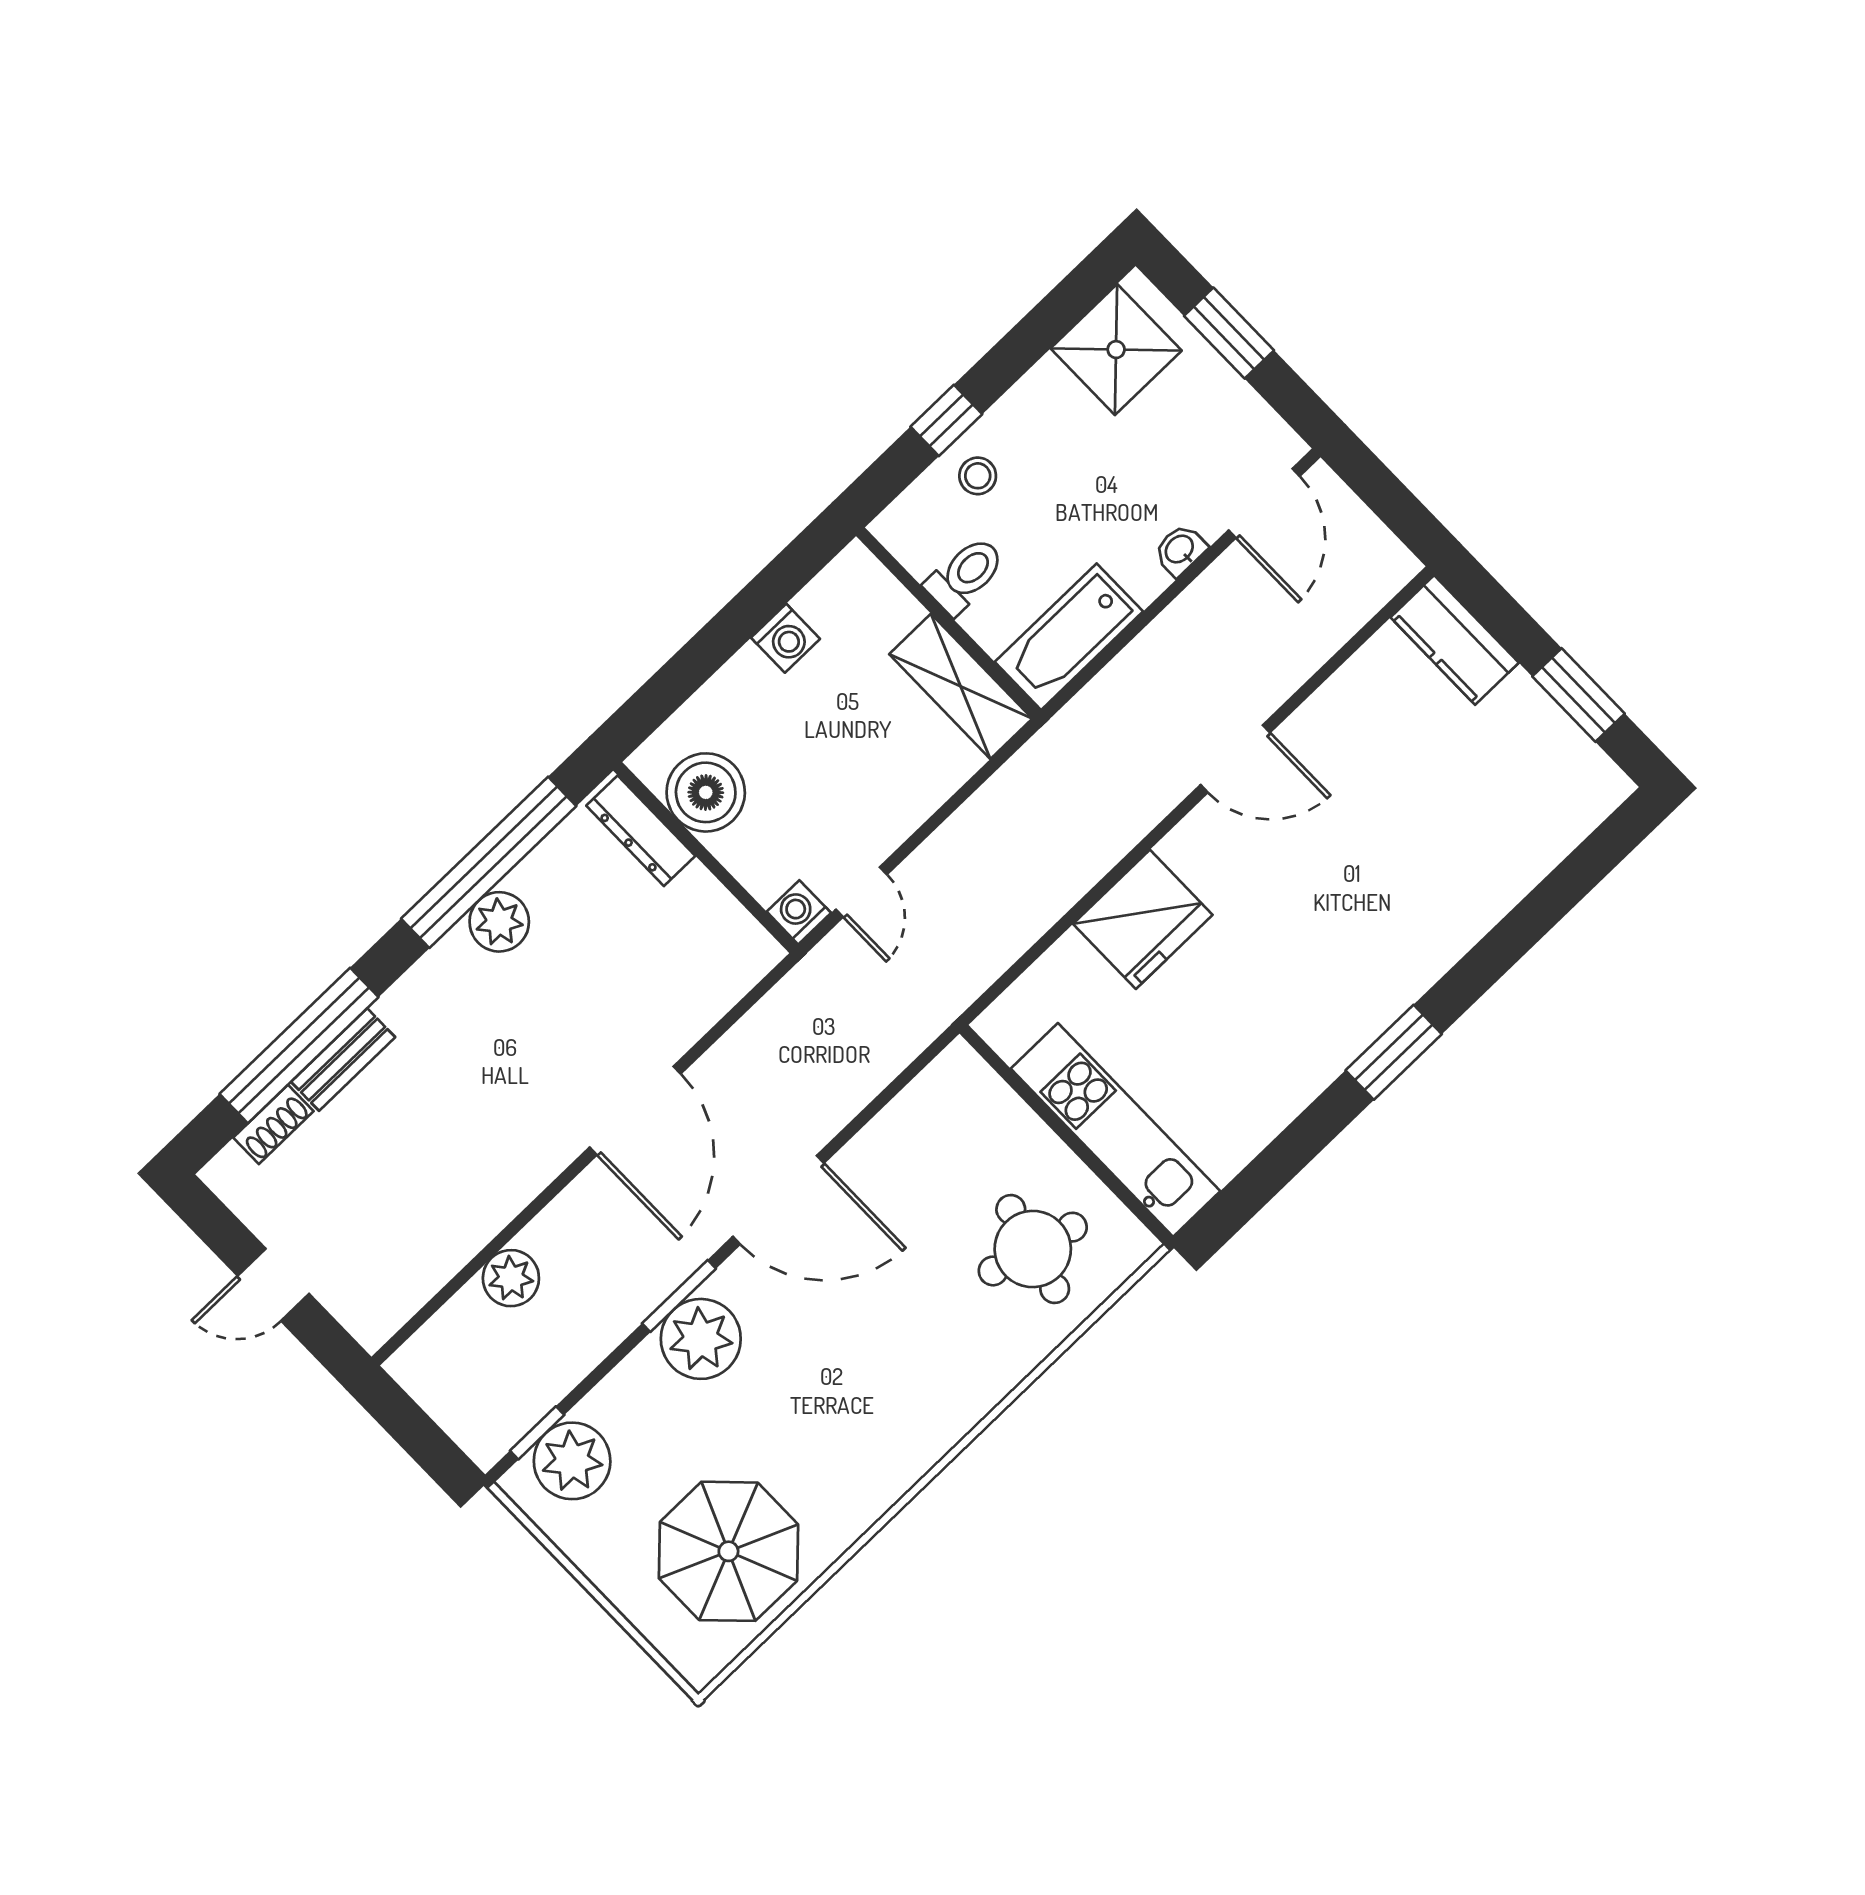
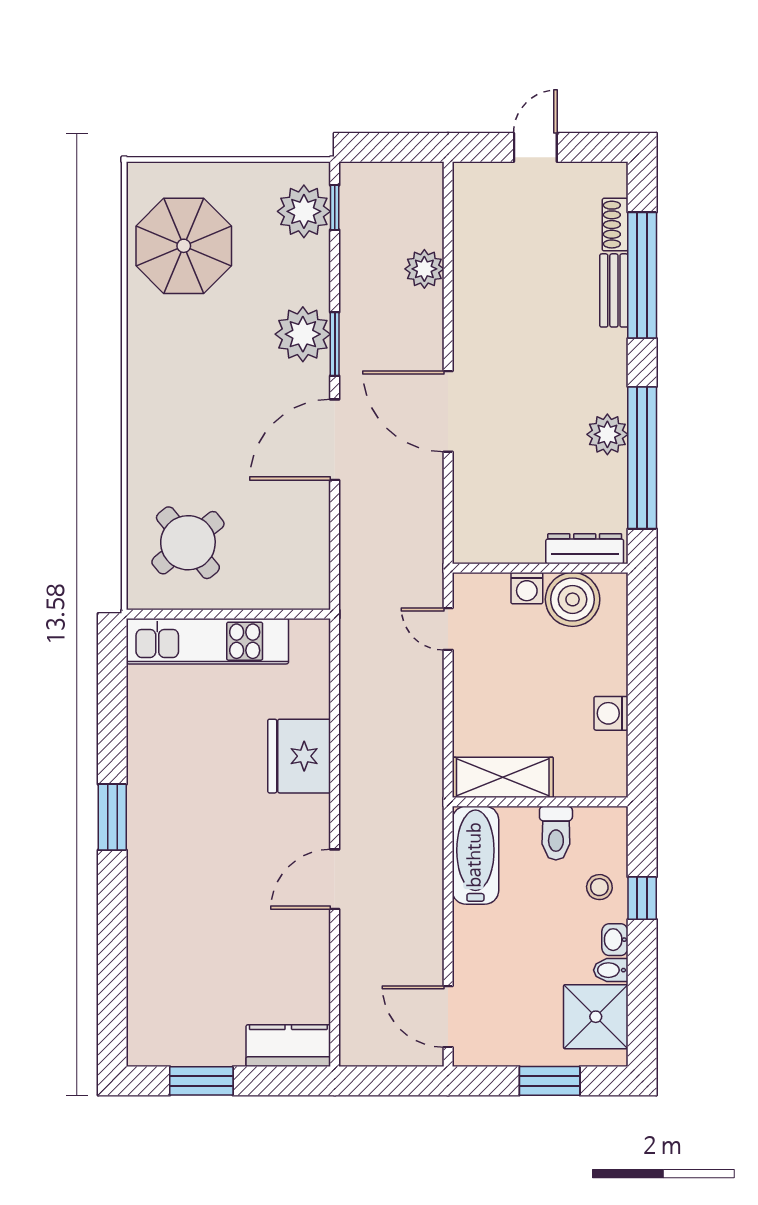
bidet: (1052, 381) -> (611, 970), added
washbasin: (1180, 550) -> (615, 940), moved, turned 180
washing machine: (799, 912) -> (527, 588), moved, turned 90
round table: (1033, 1249) -> (188, 543), turned 36

